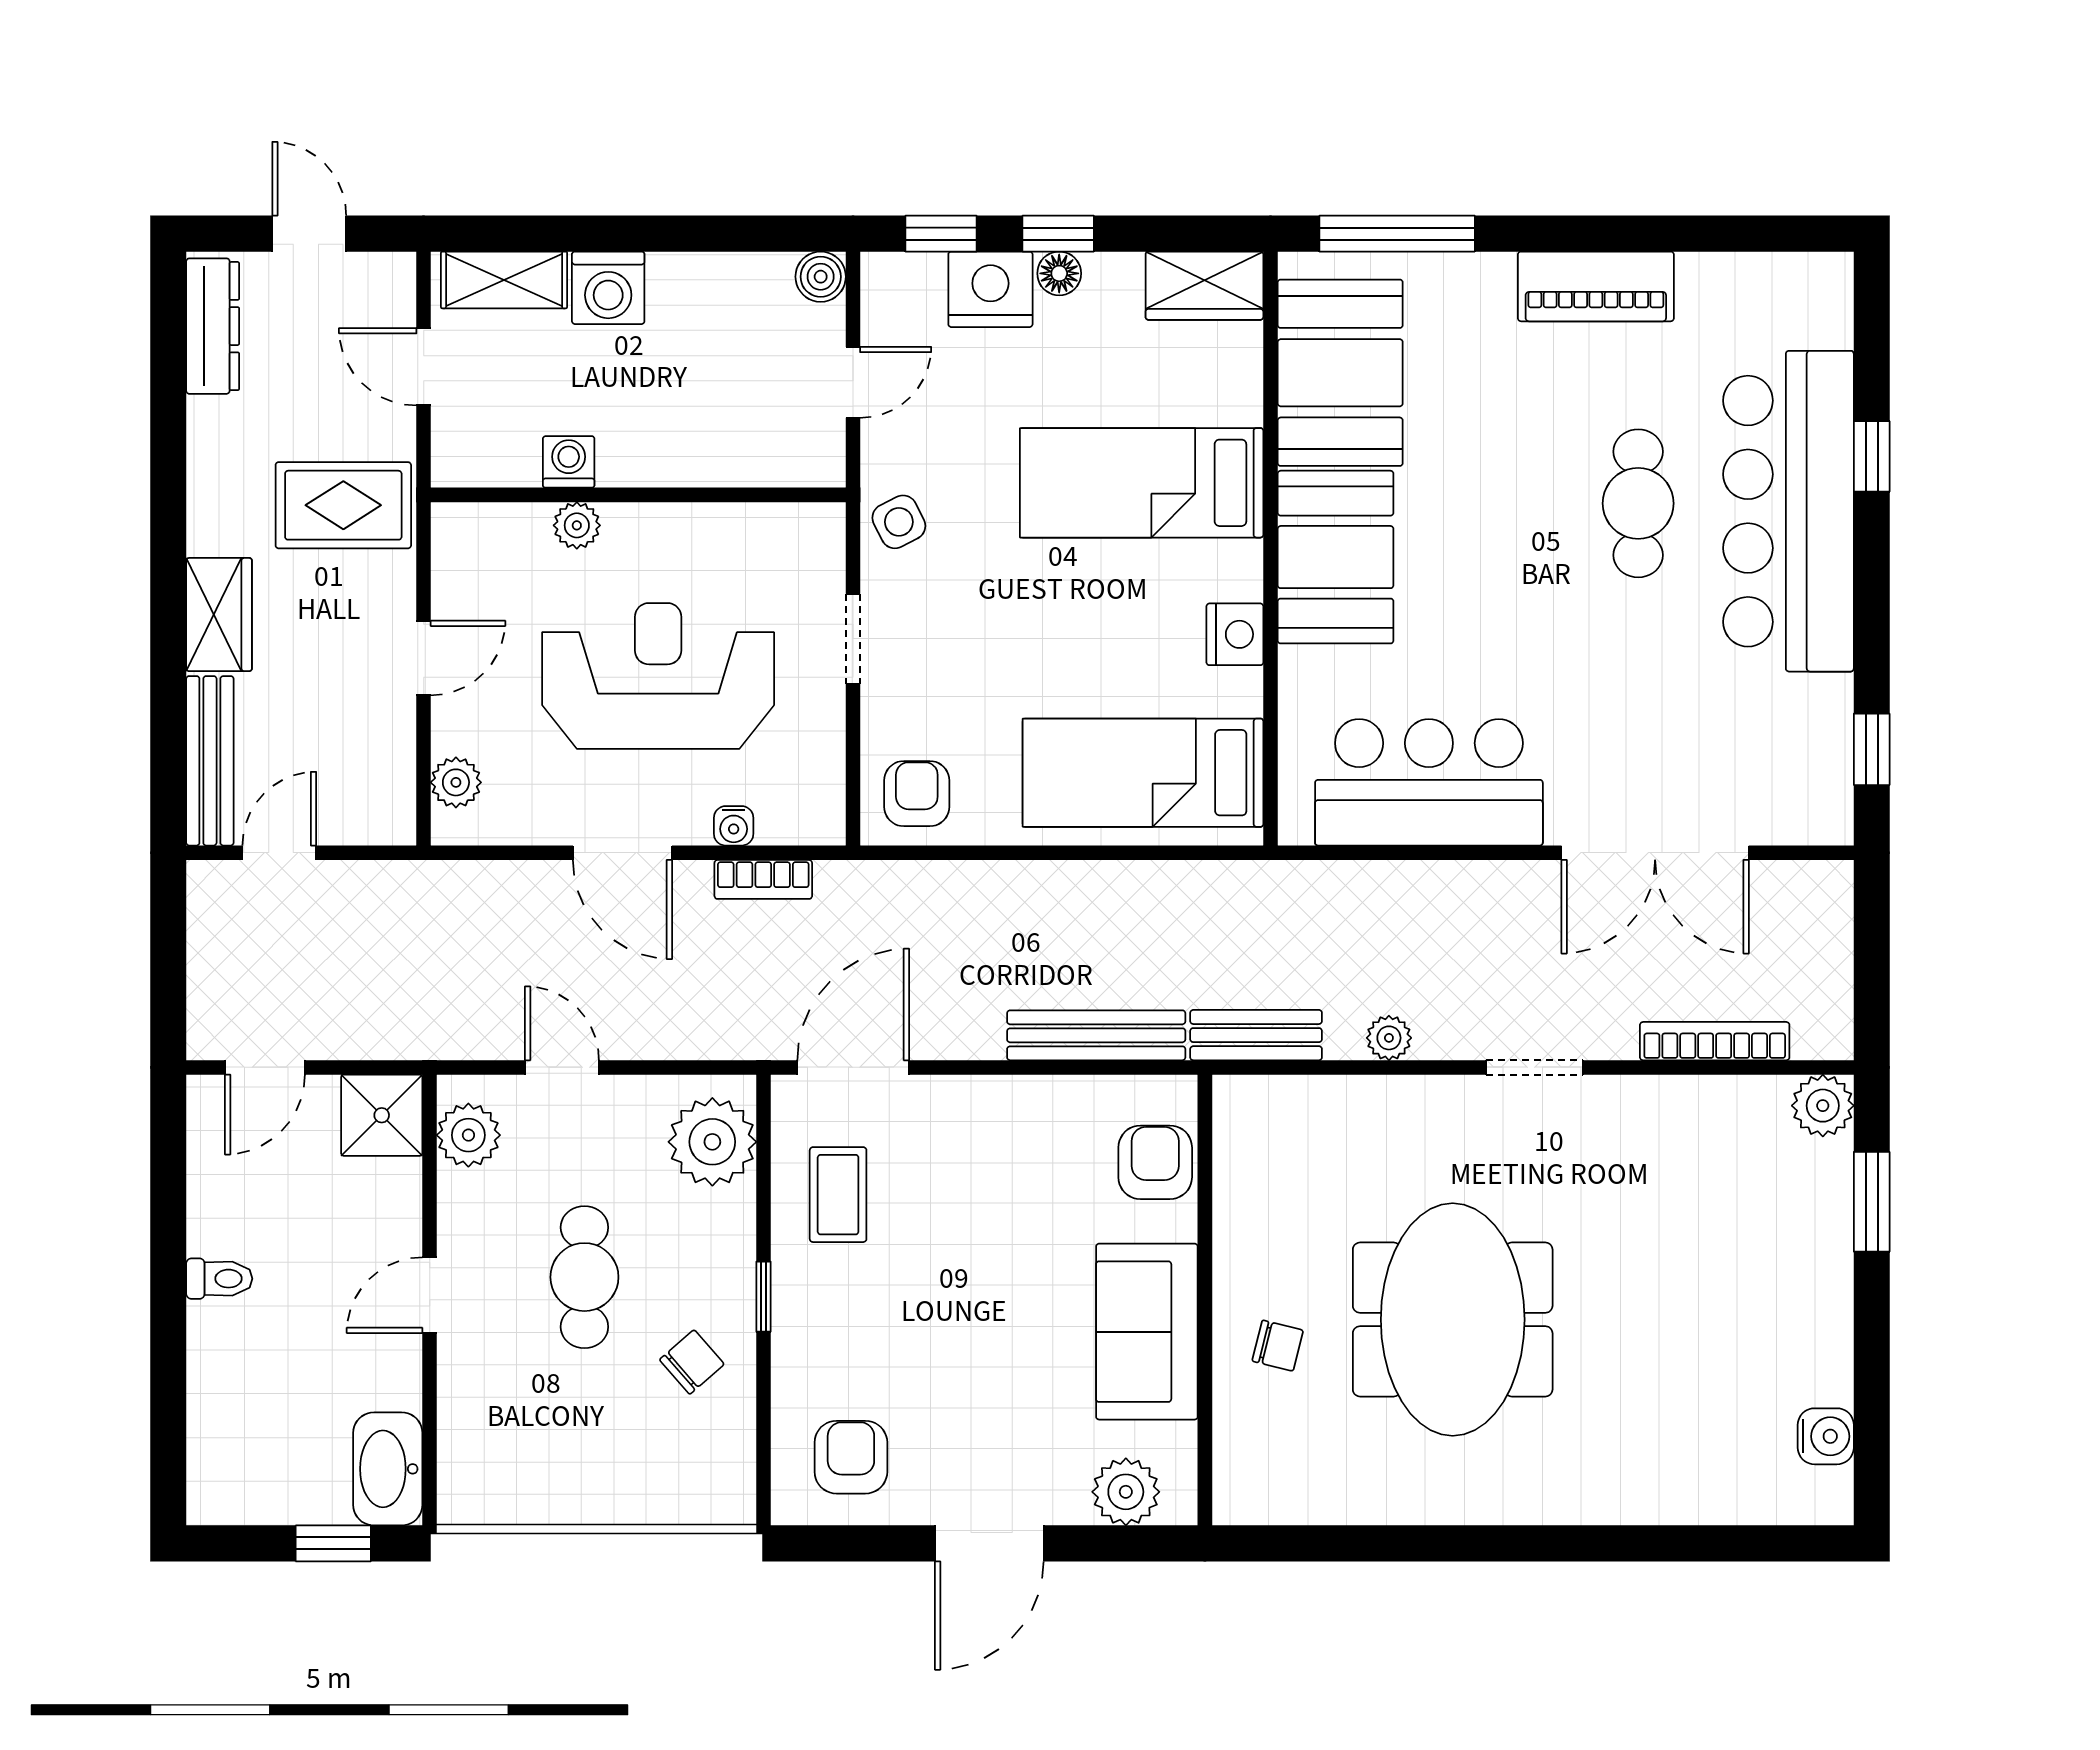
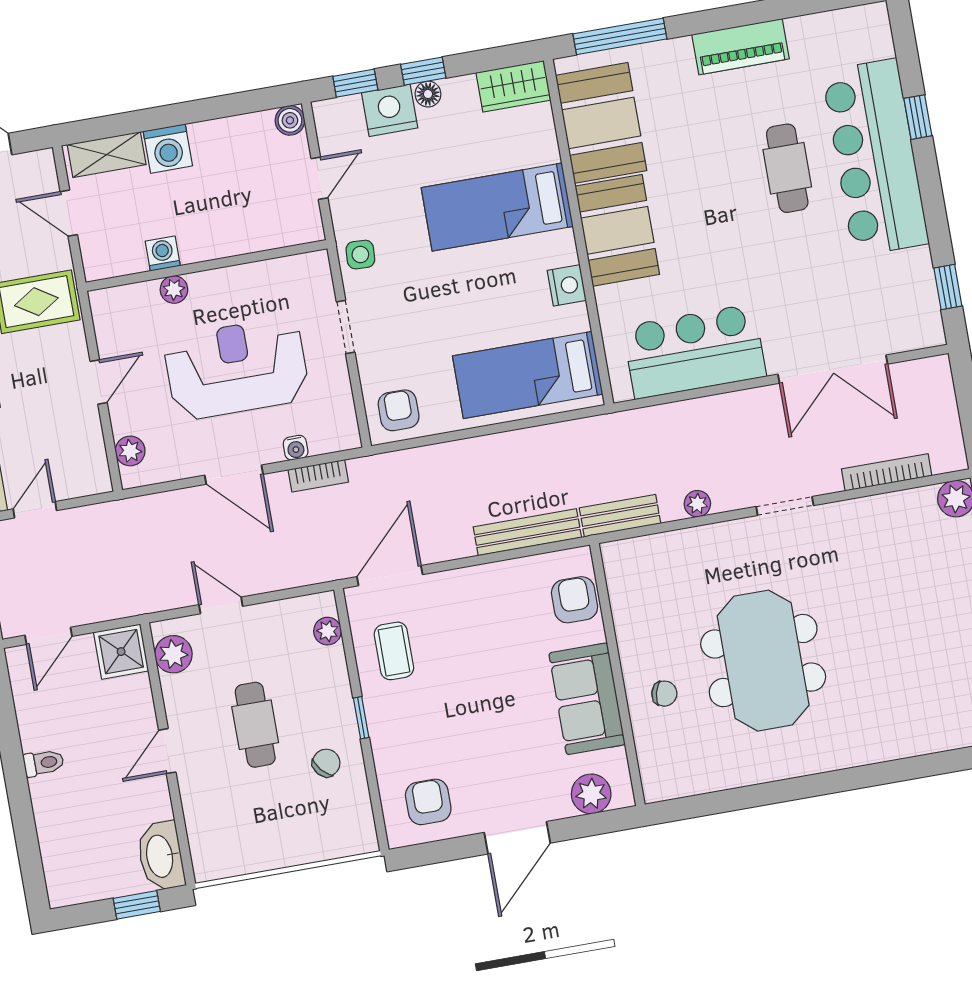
side table: (899, 522) -> (360, 255), turned 30
plant: (712, 1142) -> (327, 631), width x0.53, depth x0.53

